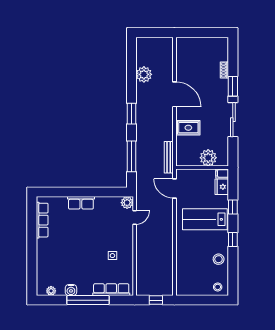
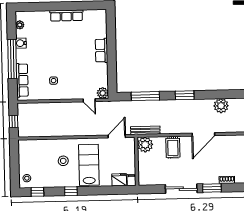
plant: (208, 158) -> (145, 145), moved
window: (233, 207) -> (37, 192), moved
row of seats: (42, 220) -> (66, 16), moved
stool: (219, 259) -> (63, 161), moved

